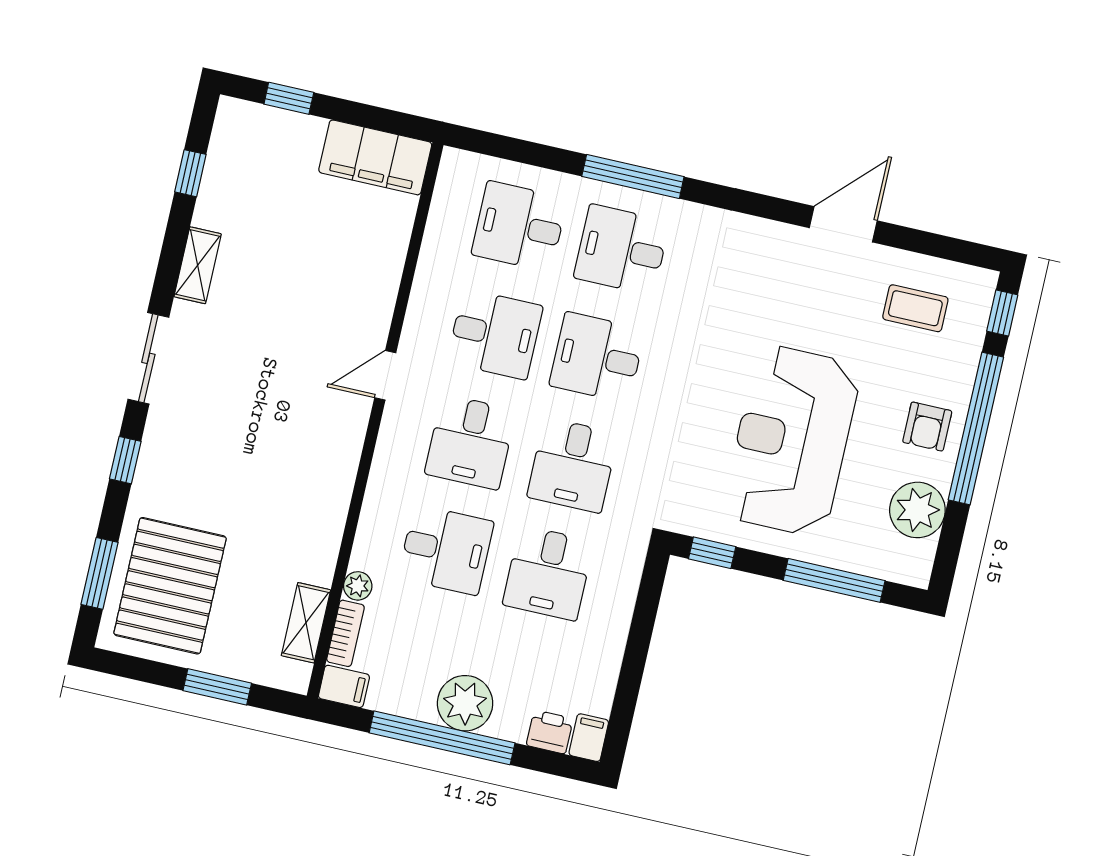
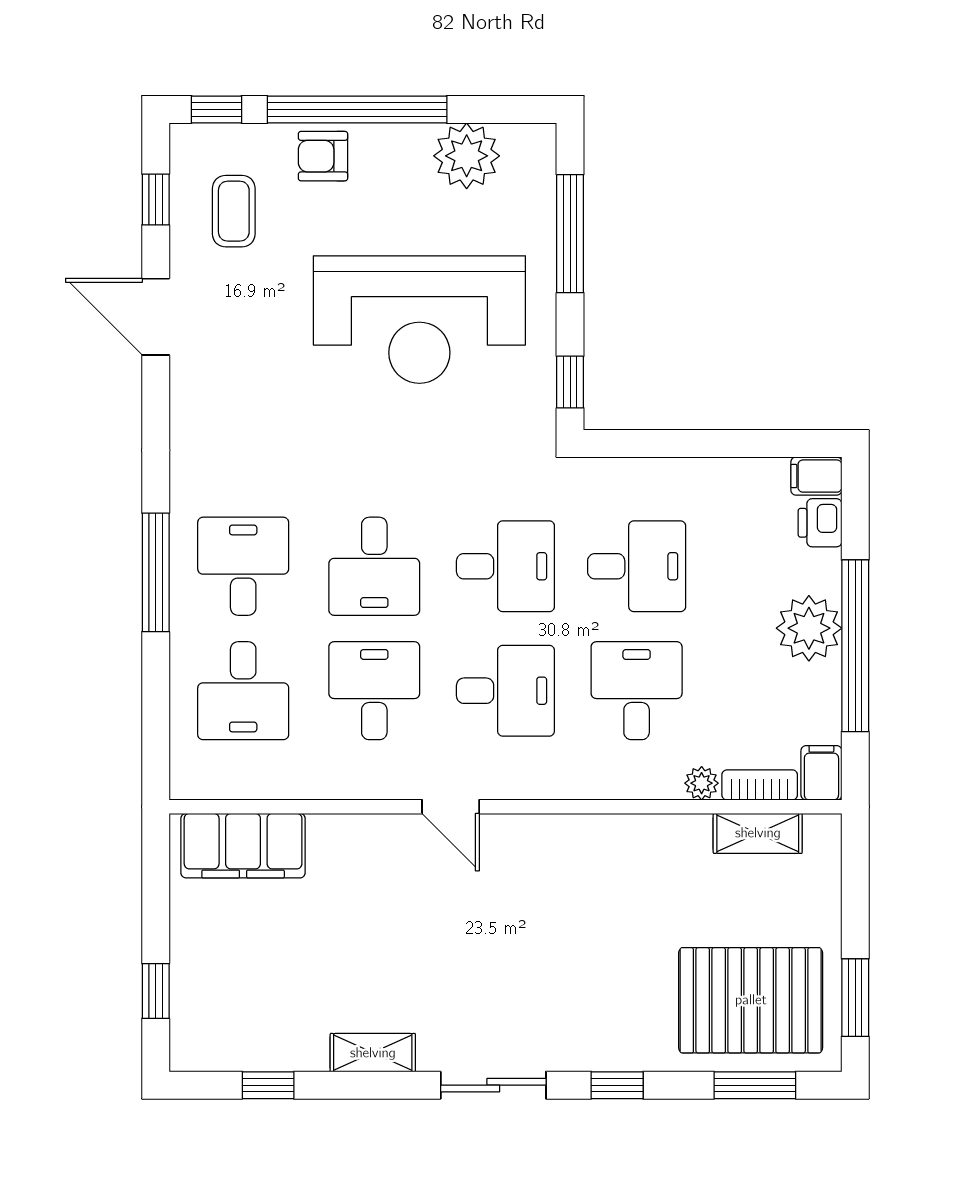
filing cabinet: (375, 157) -> (243, 846), moved, turned 90
window: (939, 246) -> (156, 200), added
desk: (622, 250) -> (243, 566), turned 180
armchair: (927, 427) -> (323, 156), moved, turned 180
window: (217, 687) -> (855, 998), moved

